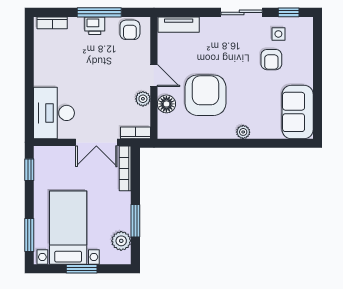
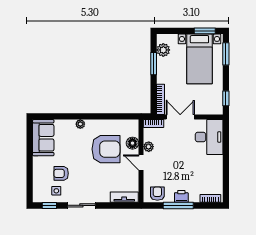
armchair: (271, 60) -> (61, 173), turned -90
armchair: (205, 95) -> (106, 149), turned -90
window: (82, 269) -> (205, 31), moved

